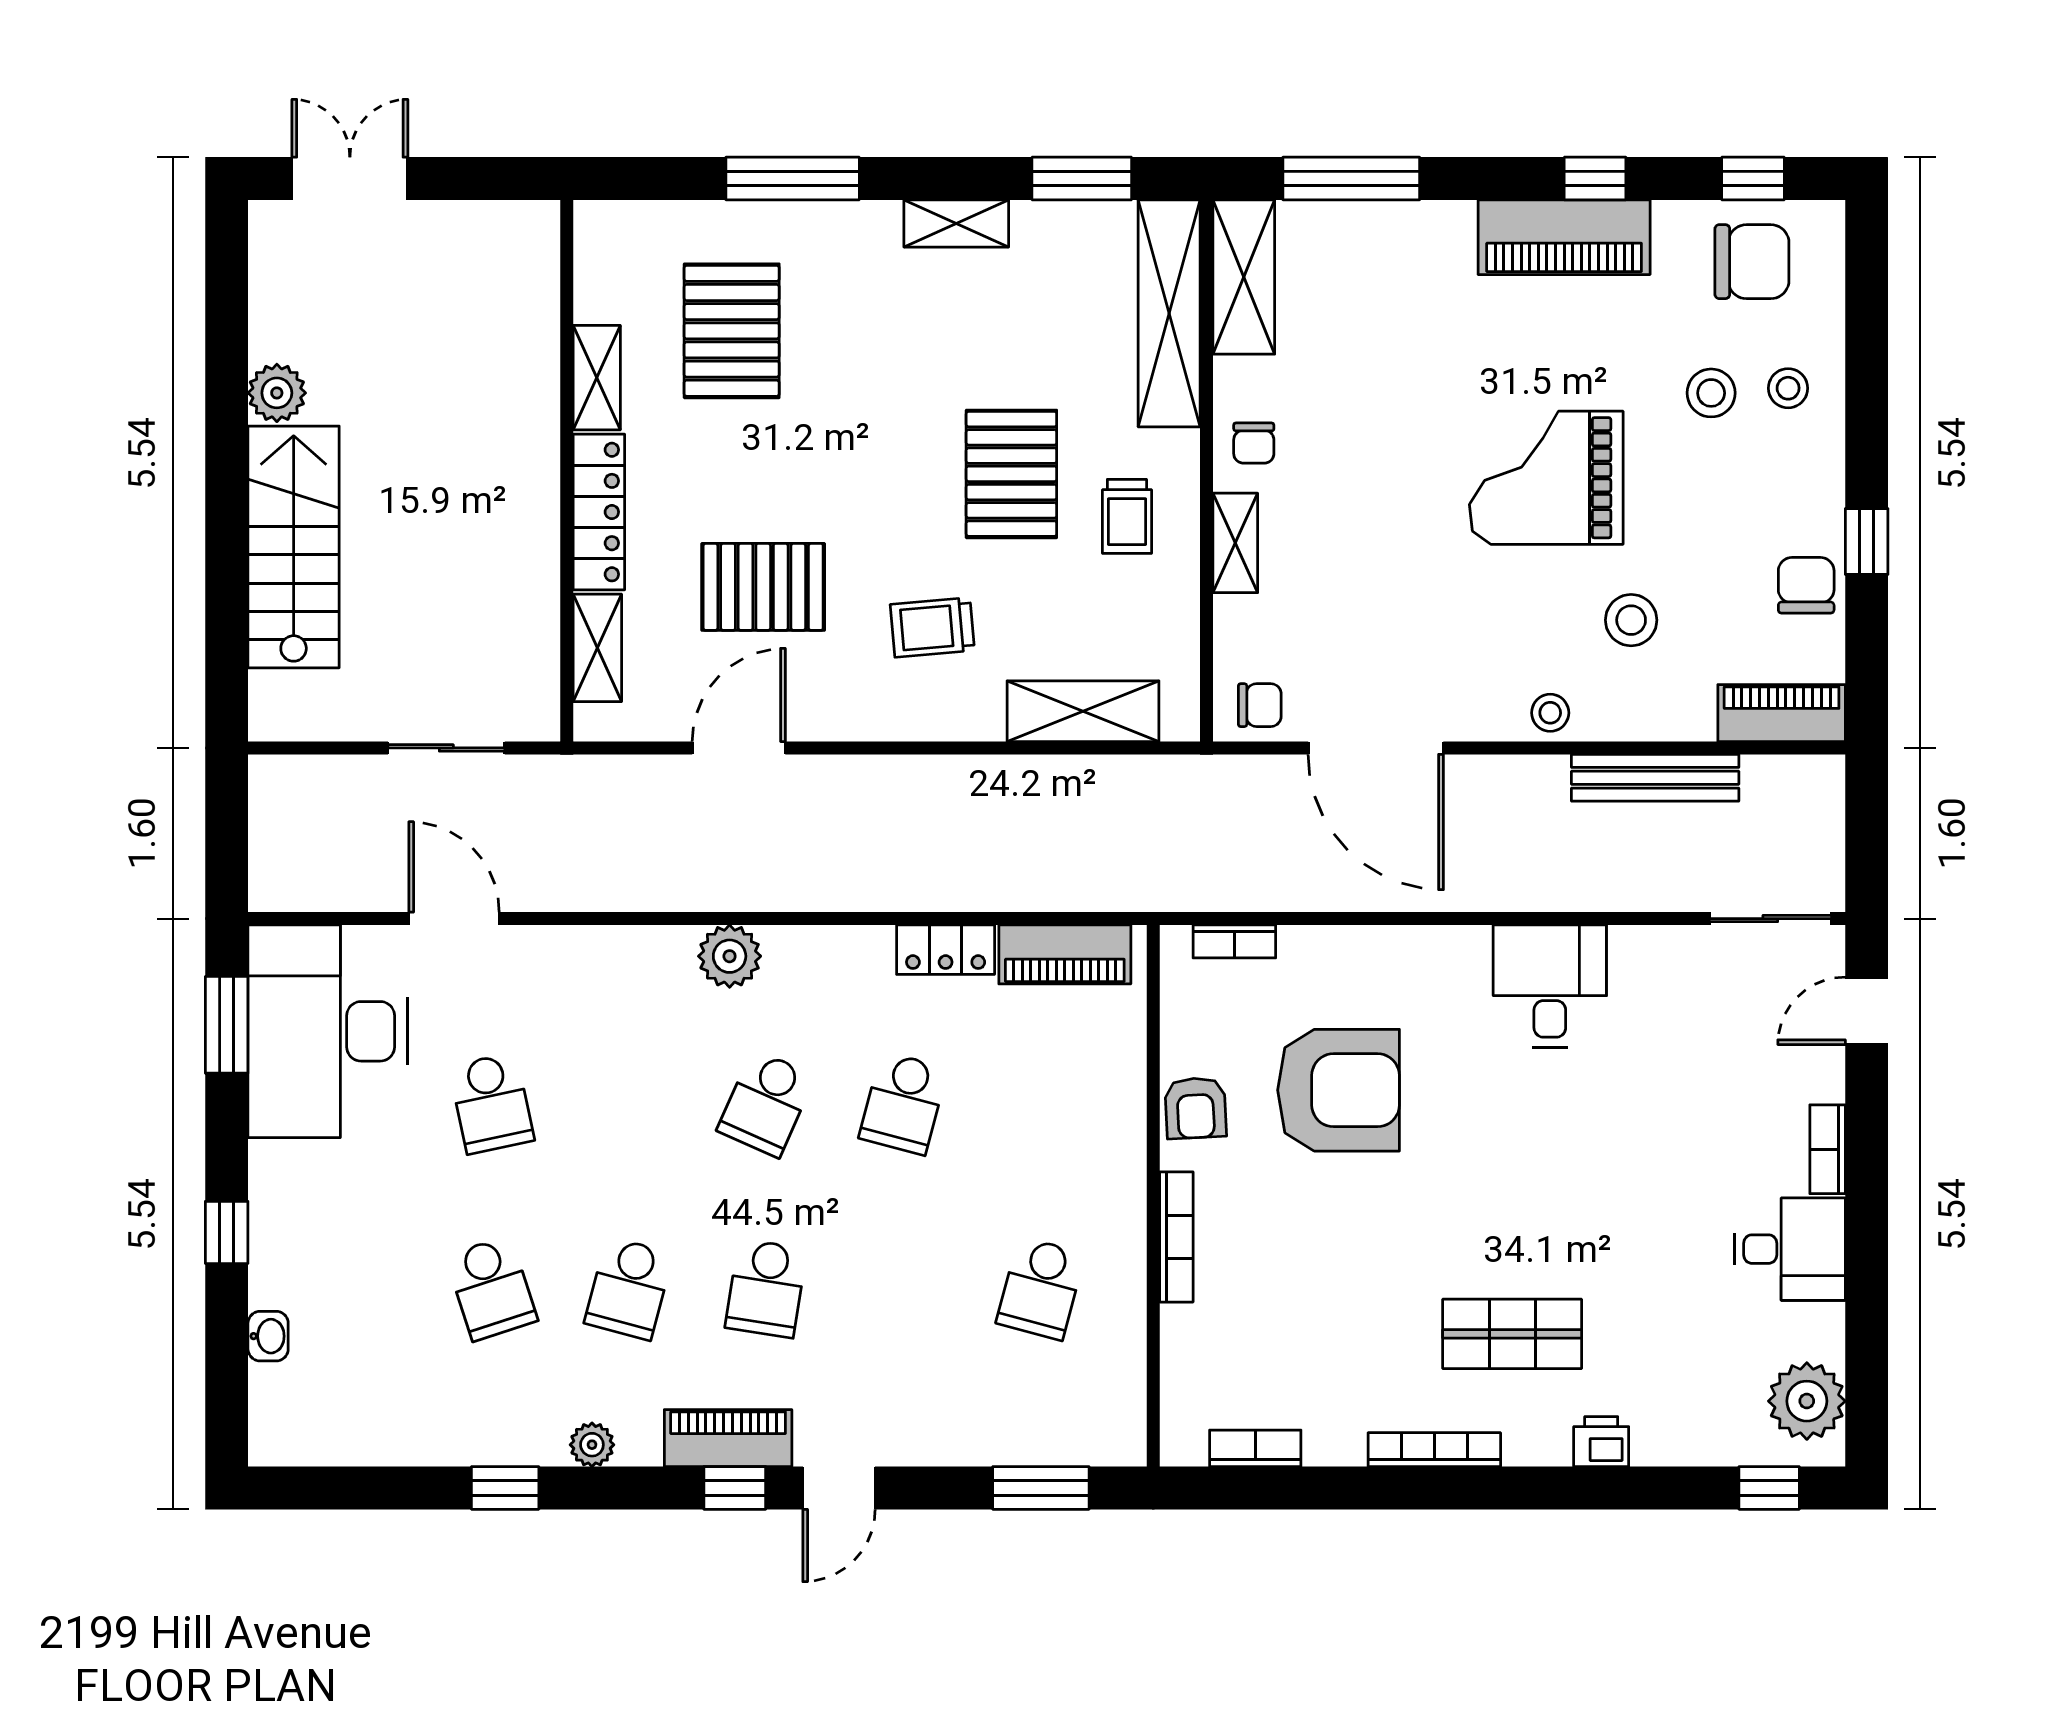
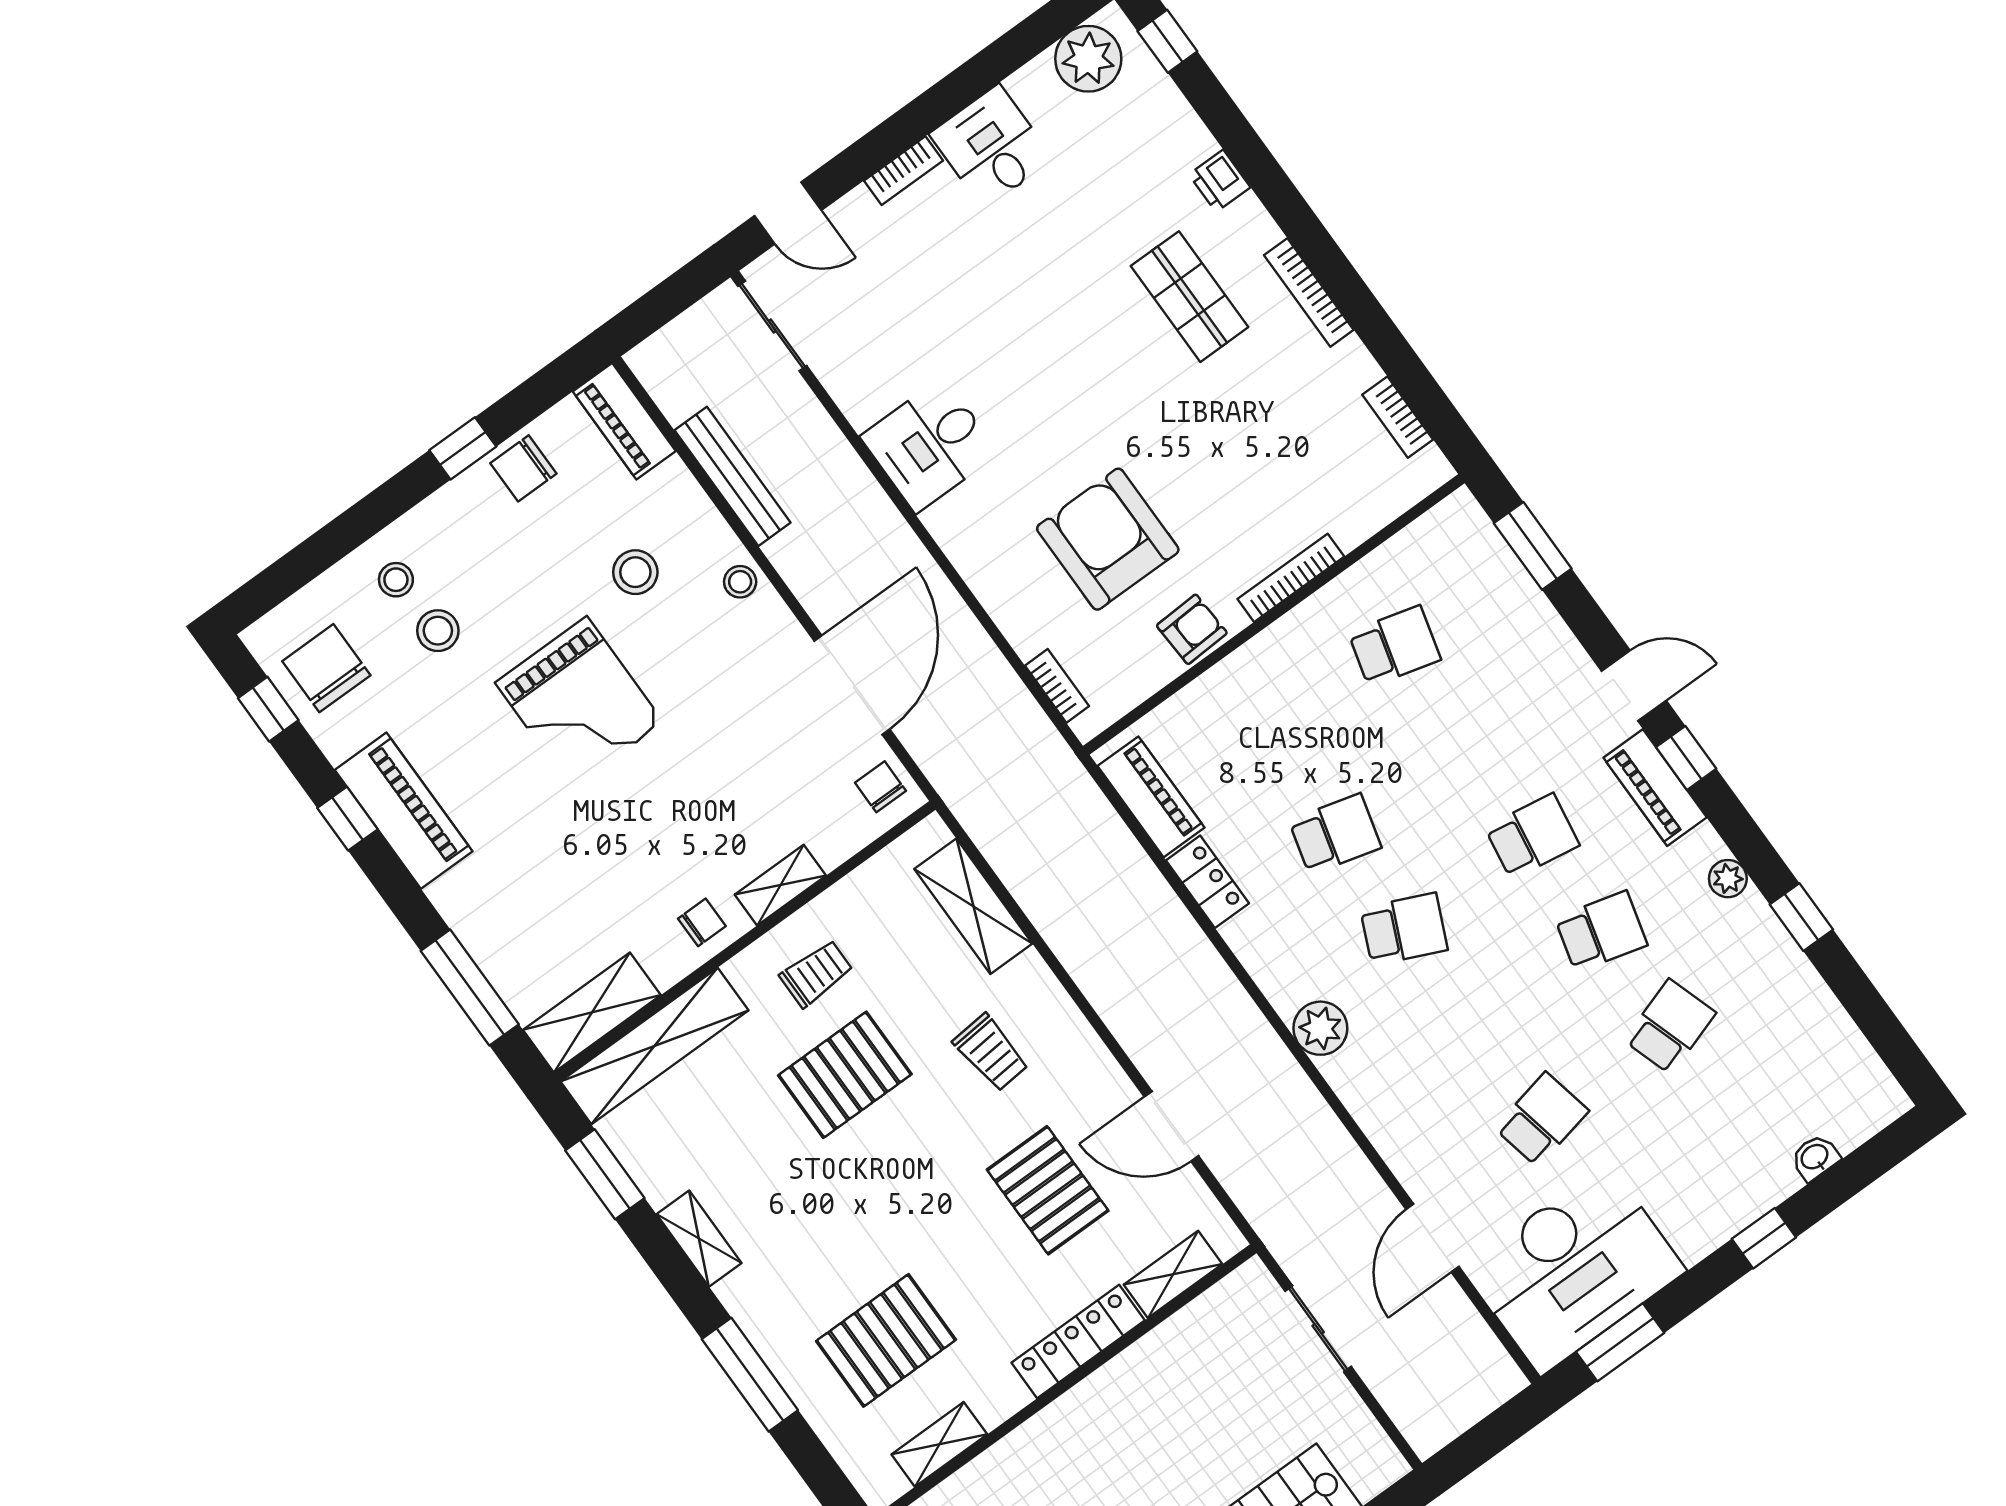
shelving: (597, 378) -> (939, 1444), moved

